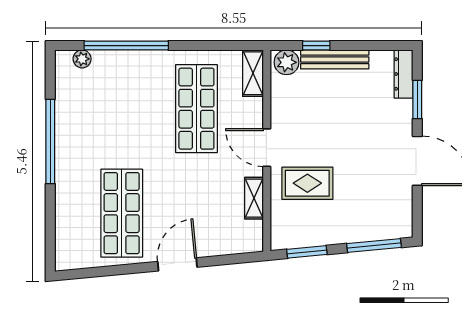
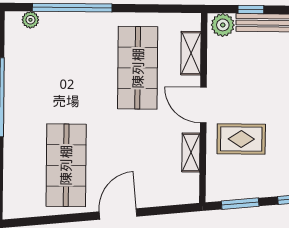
shelving: (253, 73) -> (191, 53), moved

